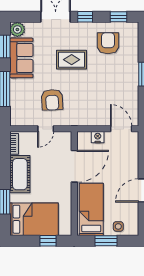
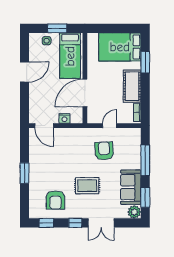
window: (48, 241) -> (108, 28), removed

